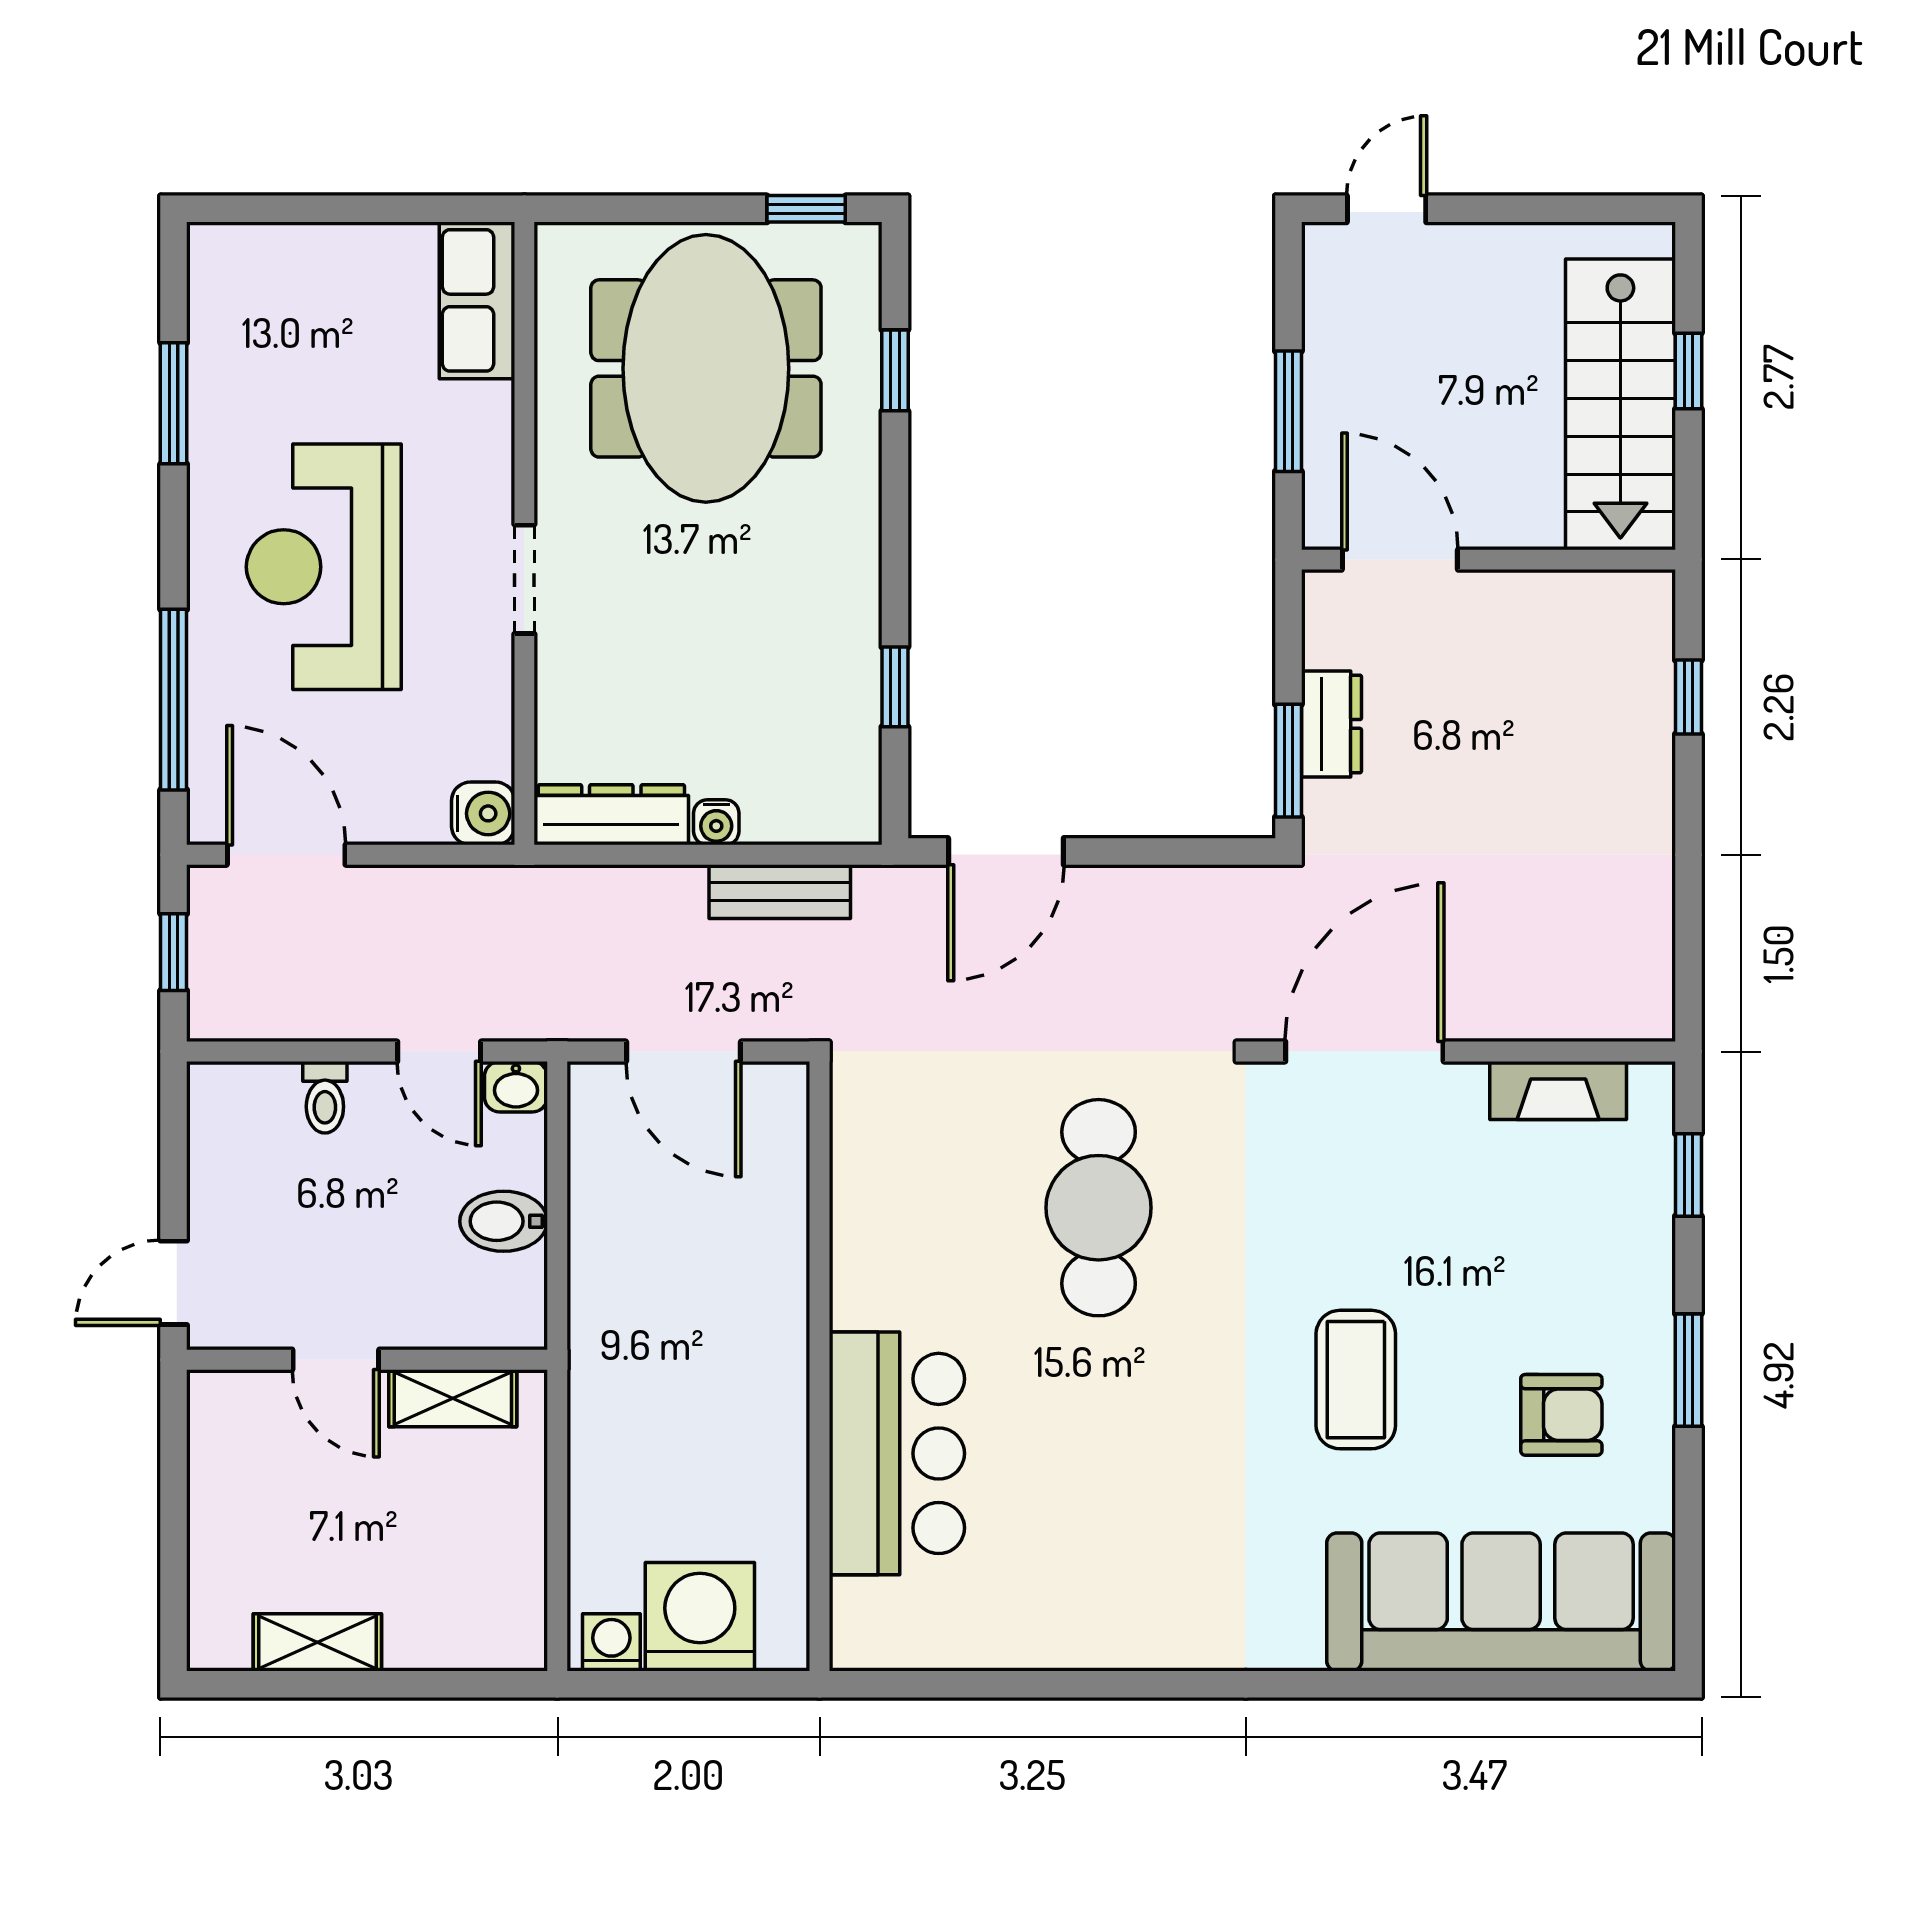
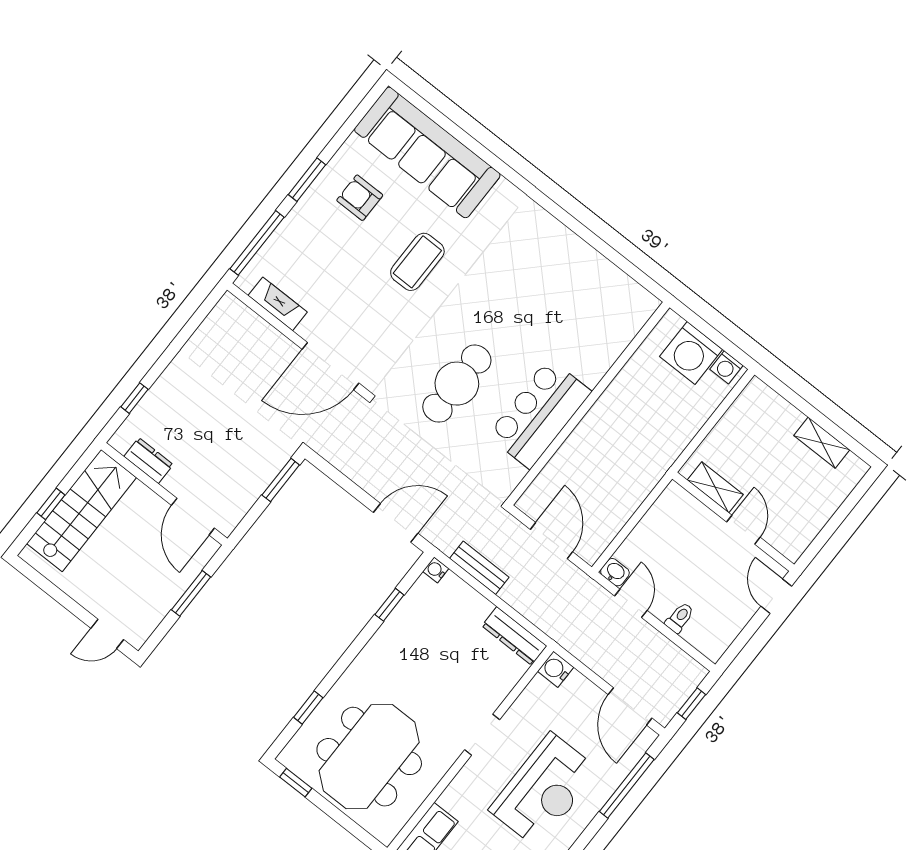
dresser: (1331, 724) -> (149, 461), moved, turned 90
water cooler: (716, 822) -> (436, 570), moved, turned -90
window: (1688, 1175) -> (257, 243), width x2.17
bidet: (504, 1221) -> (653, 532), removed
door: (174, 1283) -> (776, 596), swing flipped
bar counter: (897, 1453) -> (539, 414), moved

